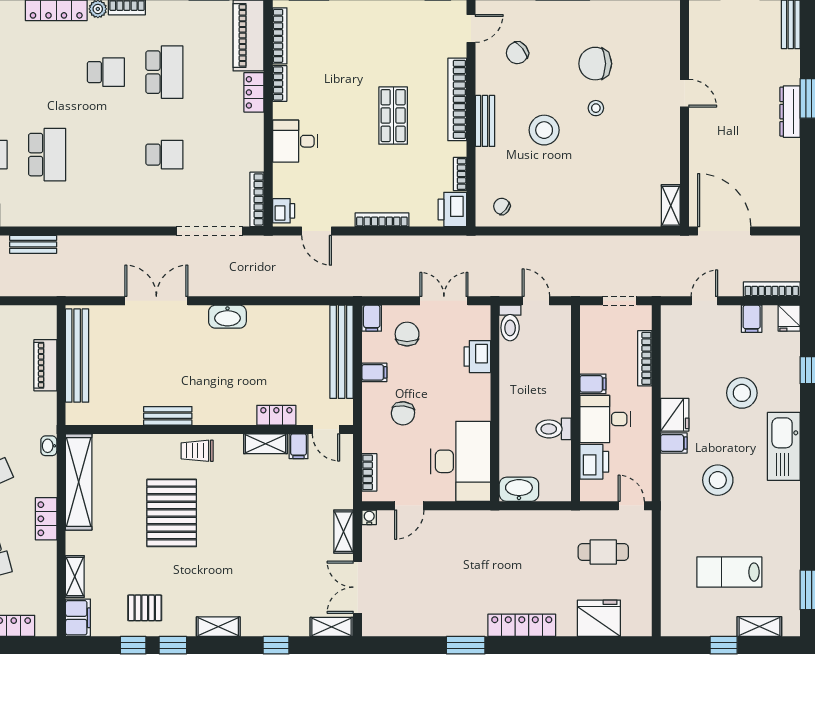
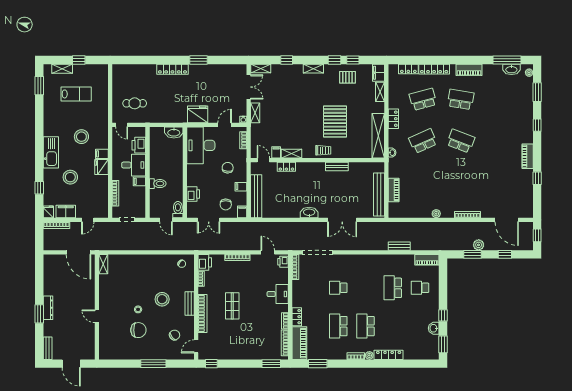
school desk: (106, 72) -> (366, 326), width x1.85
filing cabinet: (752, 319) -> (66, 212), width x2.00
toilet: (554, 429) -> (158, 184), moved
fridge: (599, 618) -> (198, 114), moved, turned 180

